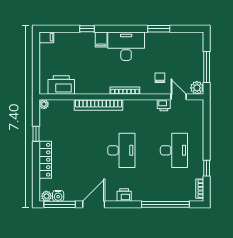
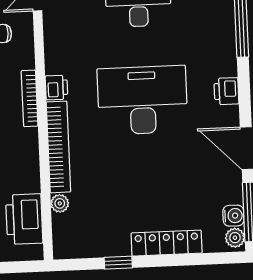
plant: (44, 104) -> (60, 203), moved
printer: (164, 105) -> (56, 88), moved
desk: (121, 150) -> (142, 100), width x1.36, depth x1.30

